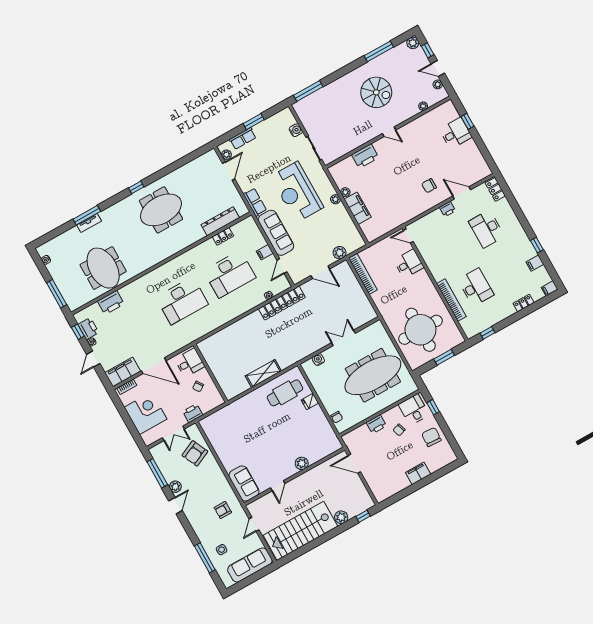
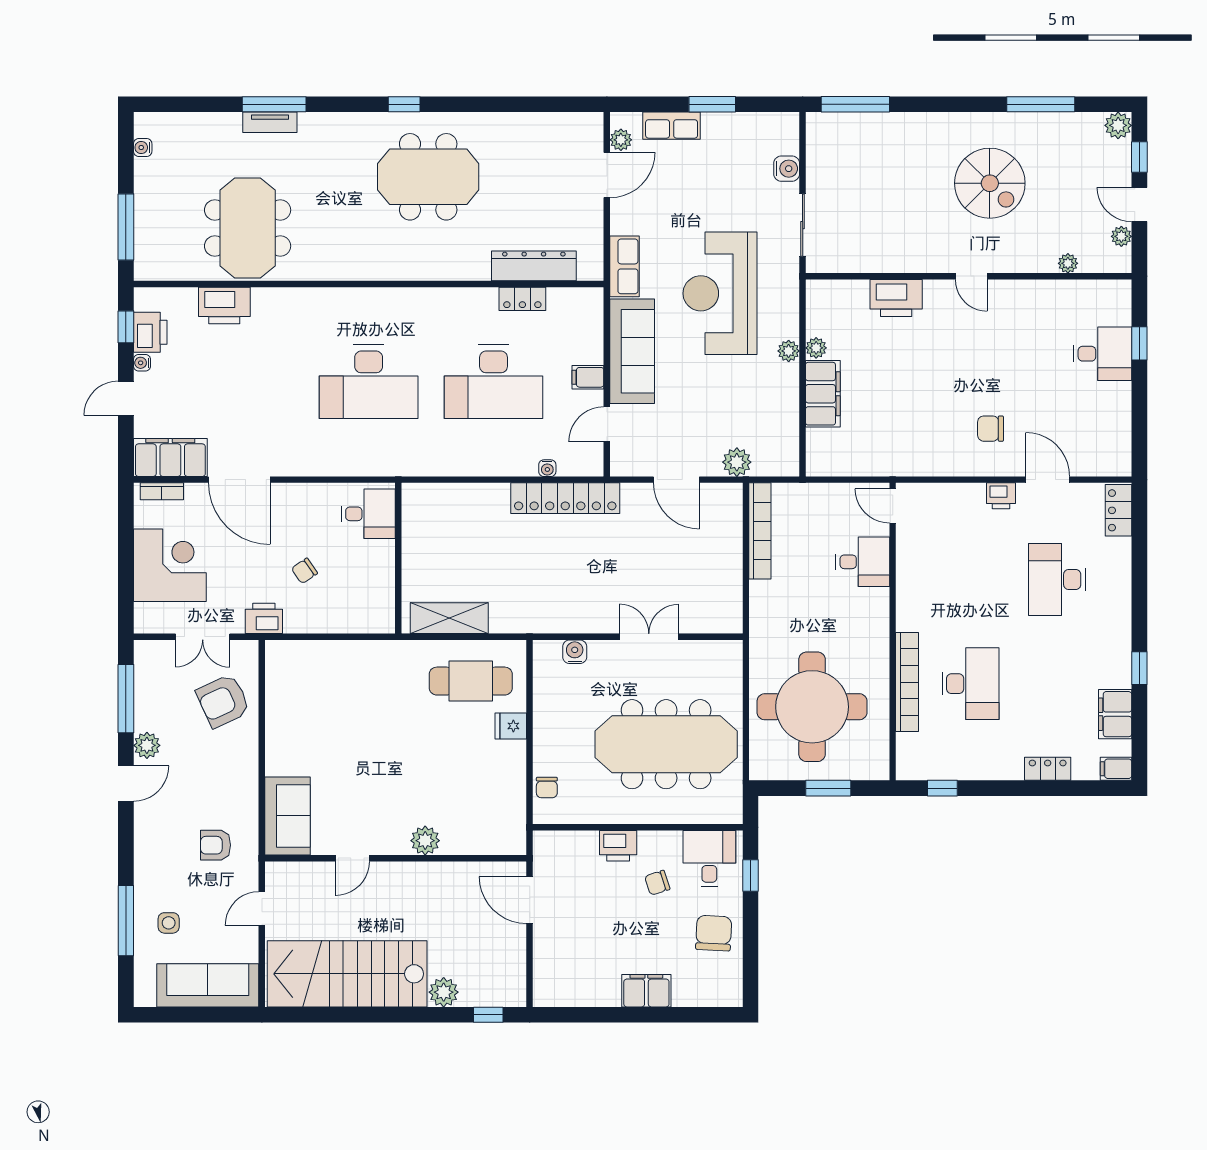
filing cabinet: (535, 263) -> (1115, 714), width x2.00
desk: (190, 363) -> (368, 514), moved
wall: (210, 373) -> (398, 558), moved

